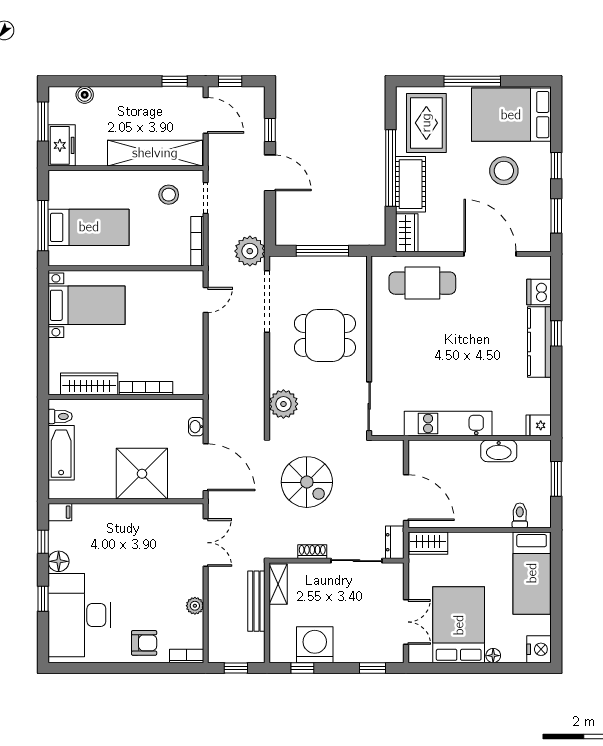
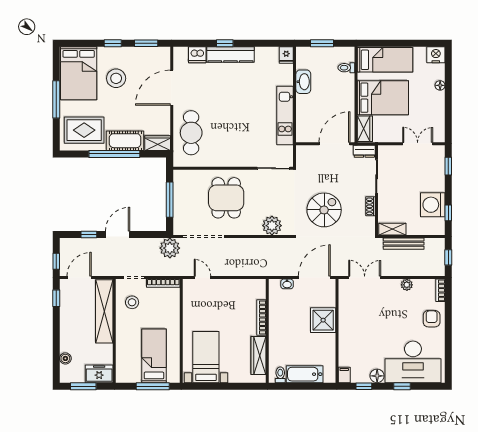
shower: (142, 474) -> (323, 320), width x0.73, depth x0.73
bed: (459, 625) -> (383, 98), moved, turned 180

